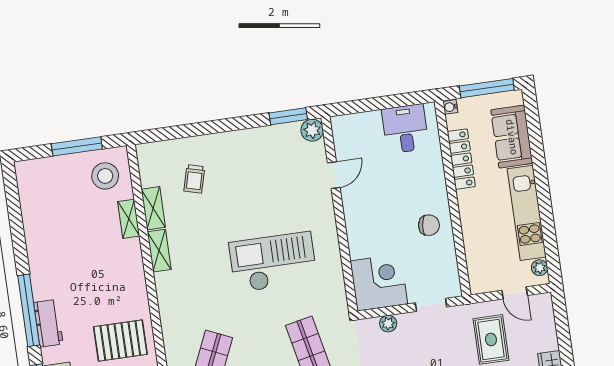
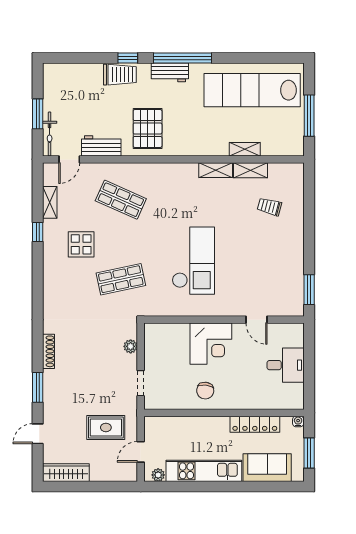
window: (487, 88) -> (309, 453), width x0.69
desk: (405, 129) -> (286, 365), moved
plant: (312, 130) -> (295, 307), removed
stool: (105, 176) -> (282, 135), removed
lab bench: (56, 220) -> (252, 90), added
corner desk: (379, 282) -> (211, 344), moved

